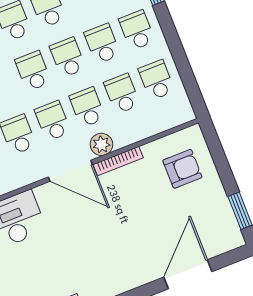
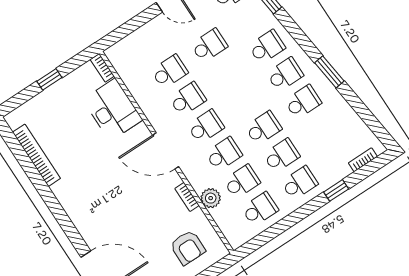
school desk: (33, 71) -> (245, 100), removed
plant: (101, 144) -> (211, 198), moved
bookcase: (118, 161) -> (187, 197), width x0.64
door: (70, 171) -> (166, 151), hinge flipped

